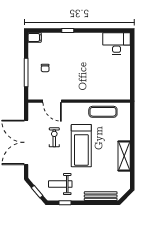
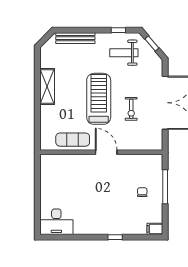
door: (52, 101) -> (106, 152), moved
weight bench: (60, 184) -> (124, 53), turned 180

